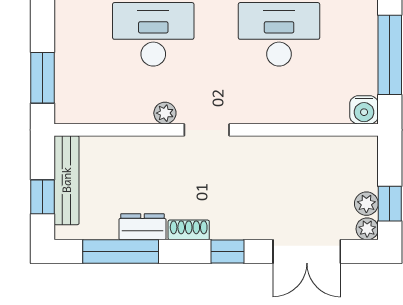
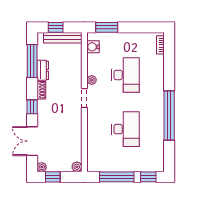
water cooler: (364, 110) -> (93, 47), moved
plant: (366, 204) -> (77, 167), moved

